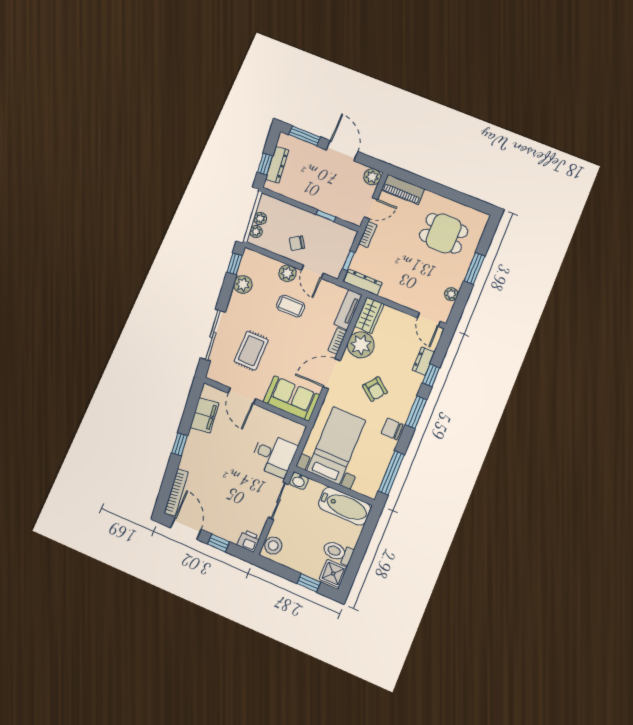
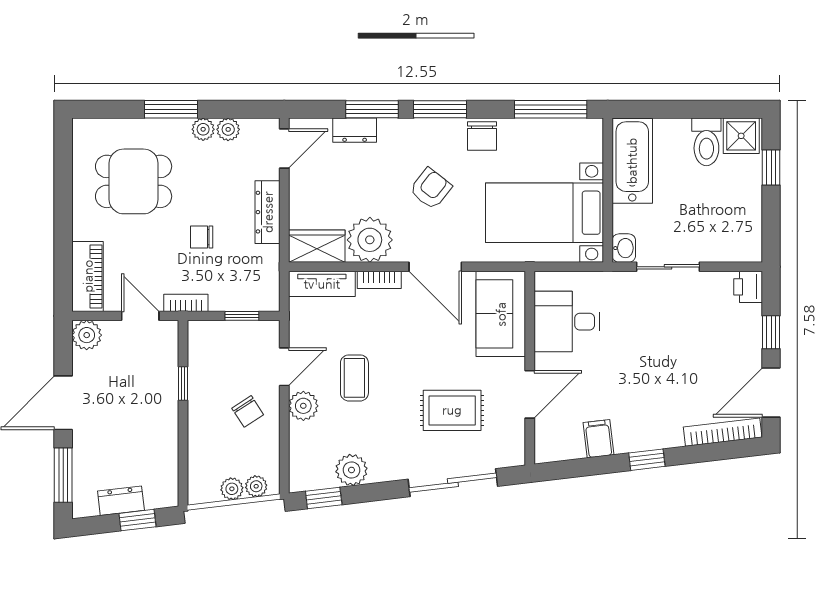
dresser: (277, 165) -> (121, 501), width x0.70
dining table: (444, 233) -> (134, 181), turned 90
chair: (399, 257) -> (202, 237), added
plant: (457, 281) -> (203, 129), added
dresser: (363, 282) -> (268, 212), moved
window: (431, 375) -> (372, 109), width x1.50
filing cabinet: (204, 415) -> (598, 439), width x0.50
desk: (274, 455) -> (567, 322), moved, turned -90
stool: (273, 546) -> (739, 246), removed

